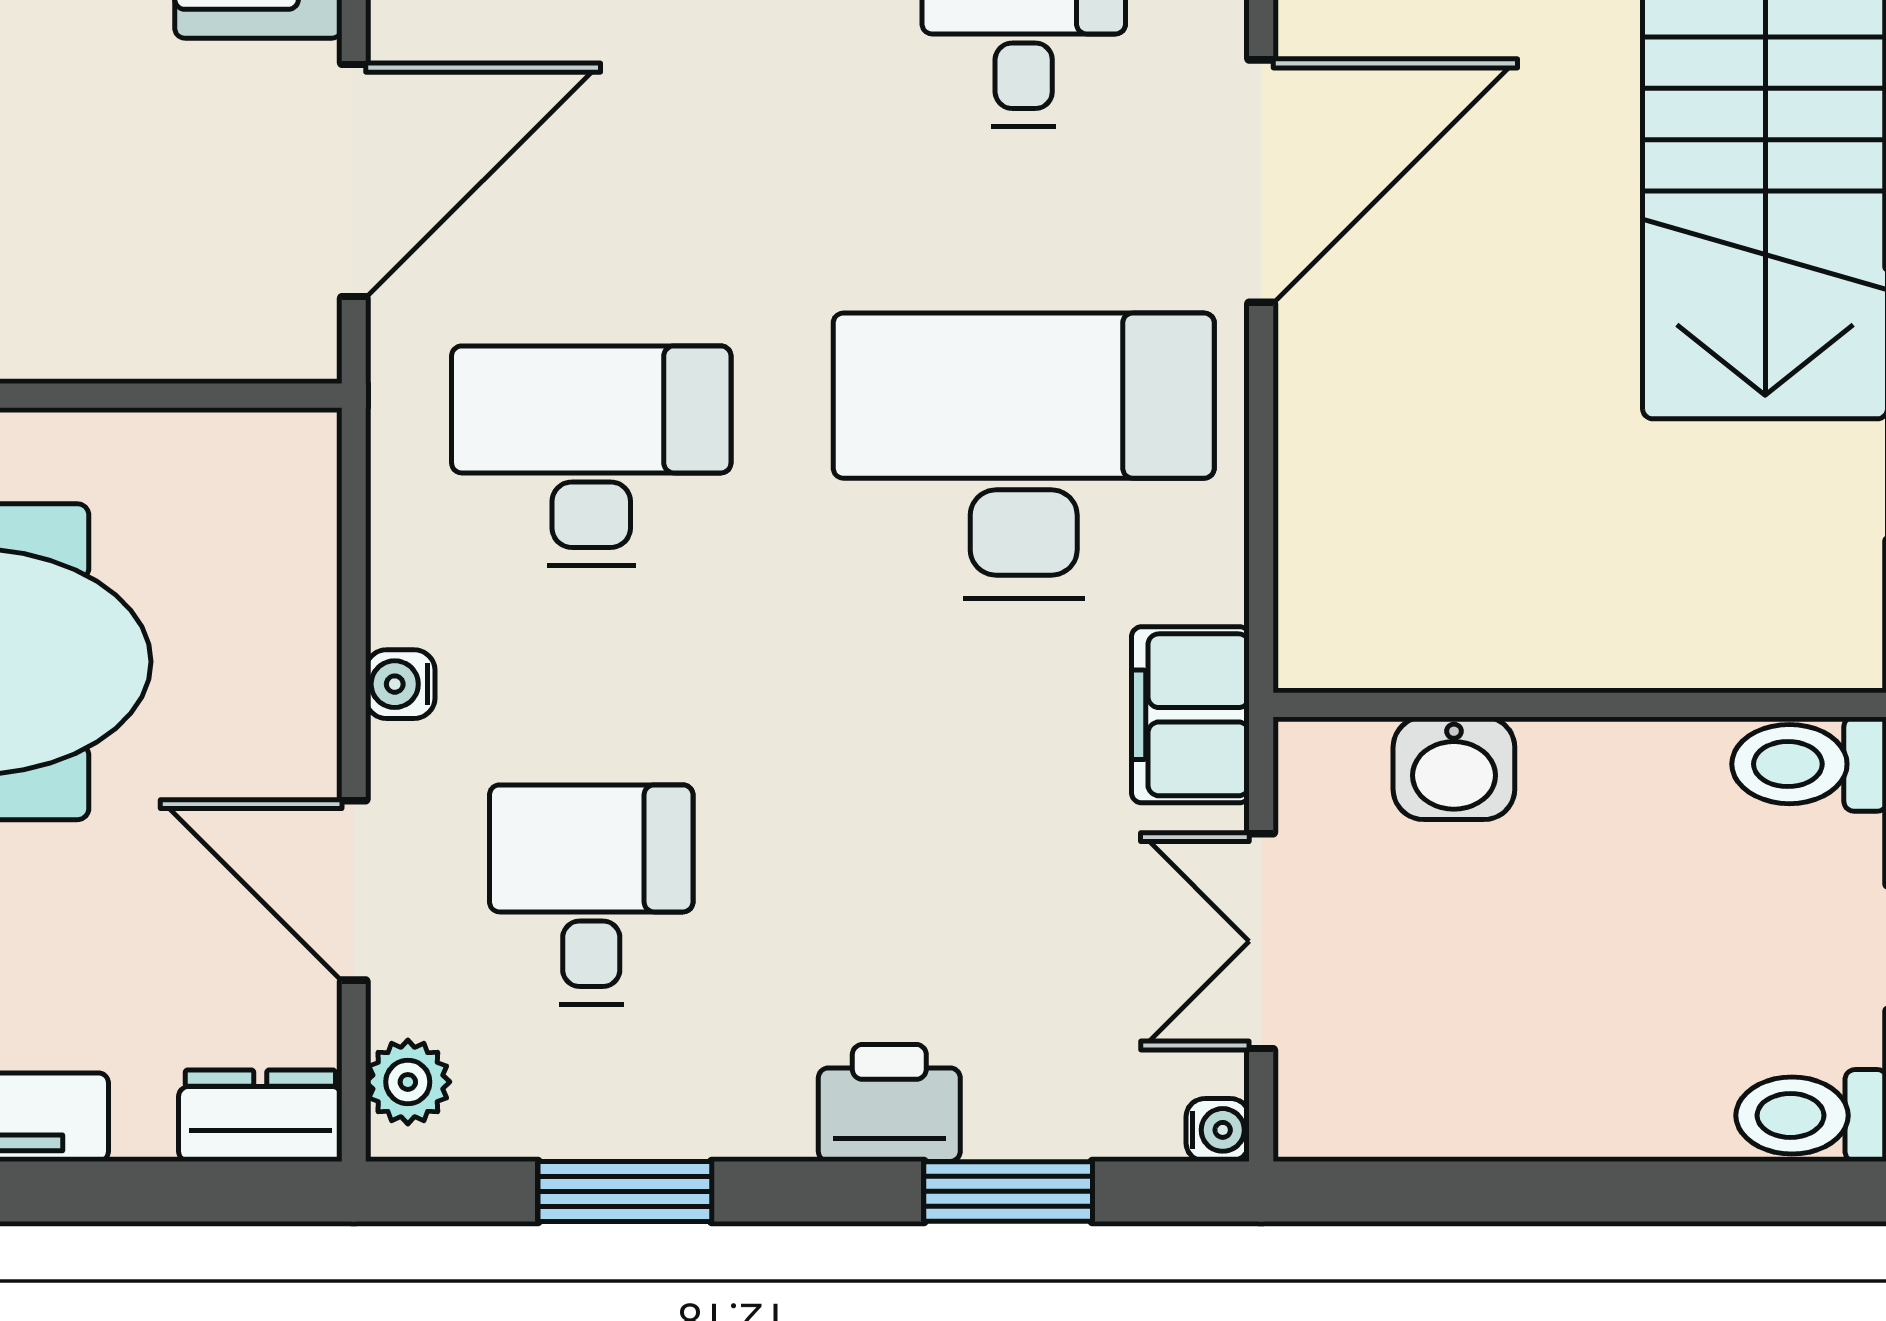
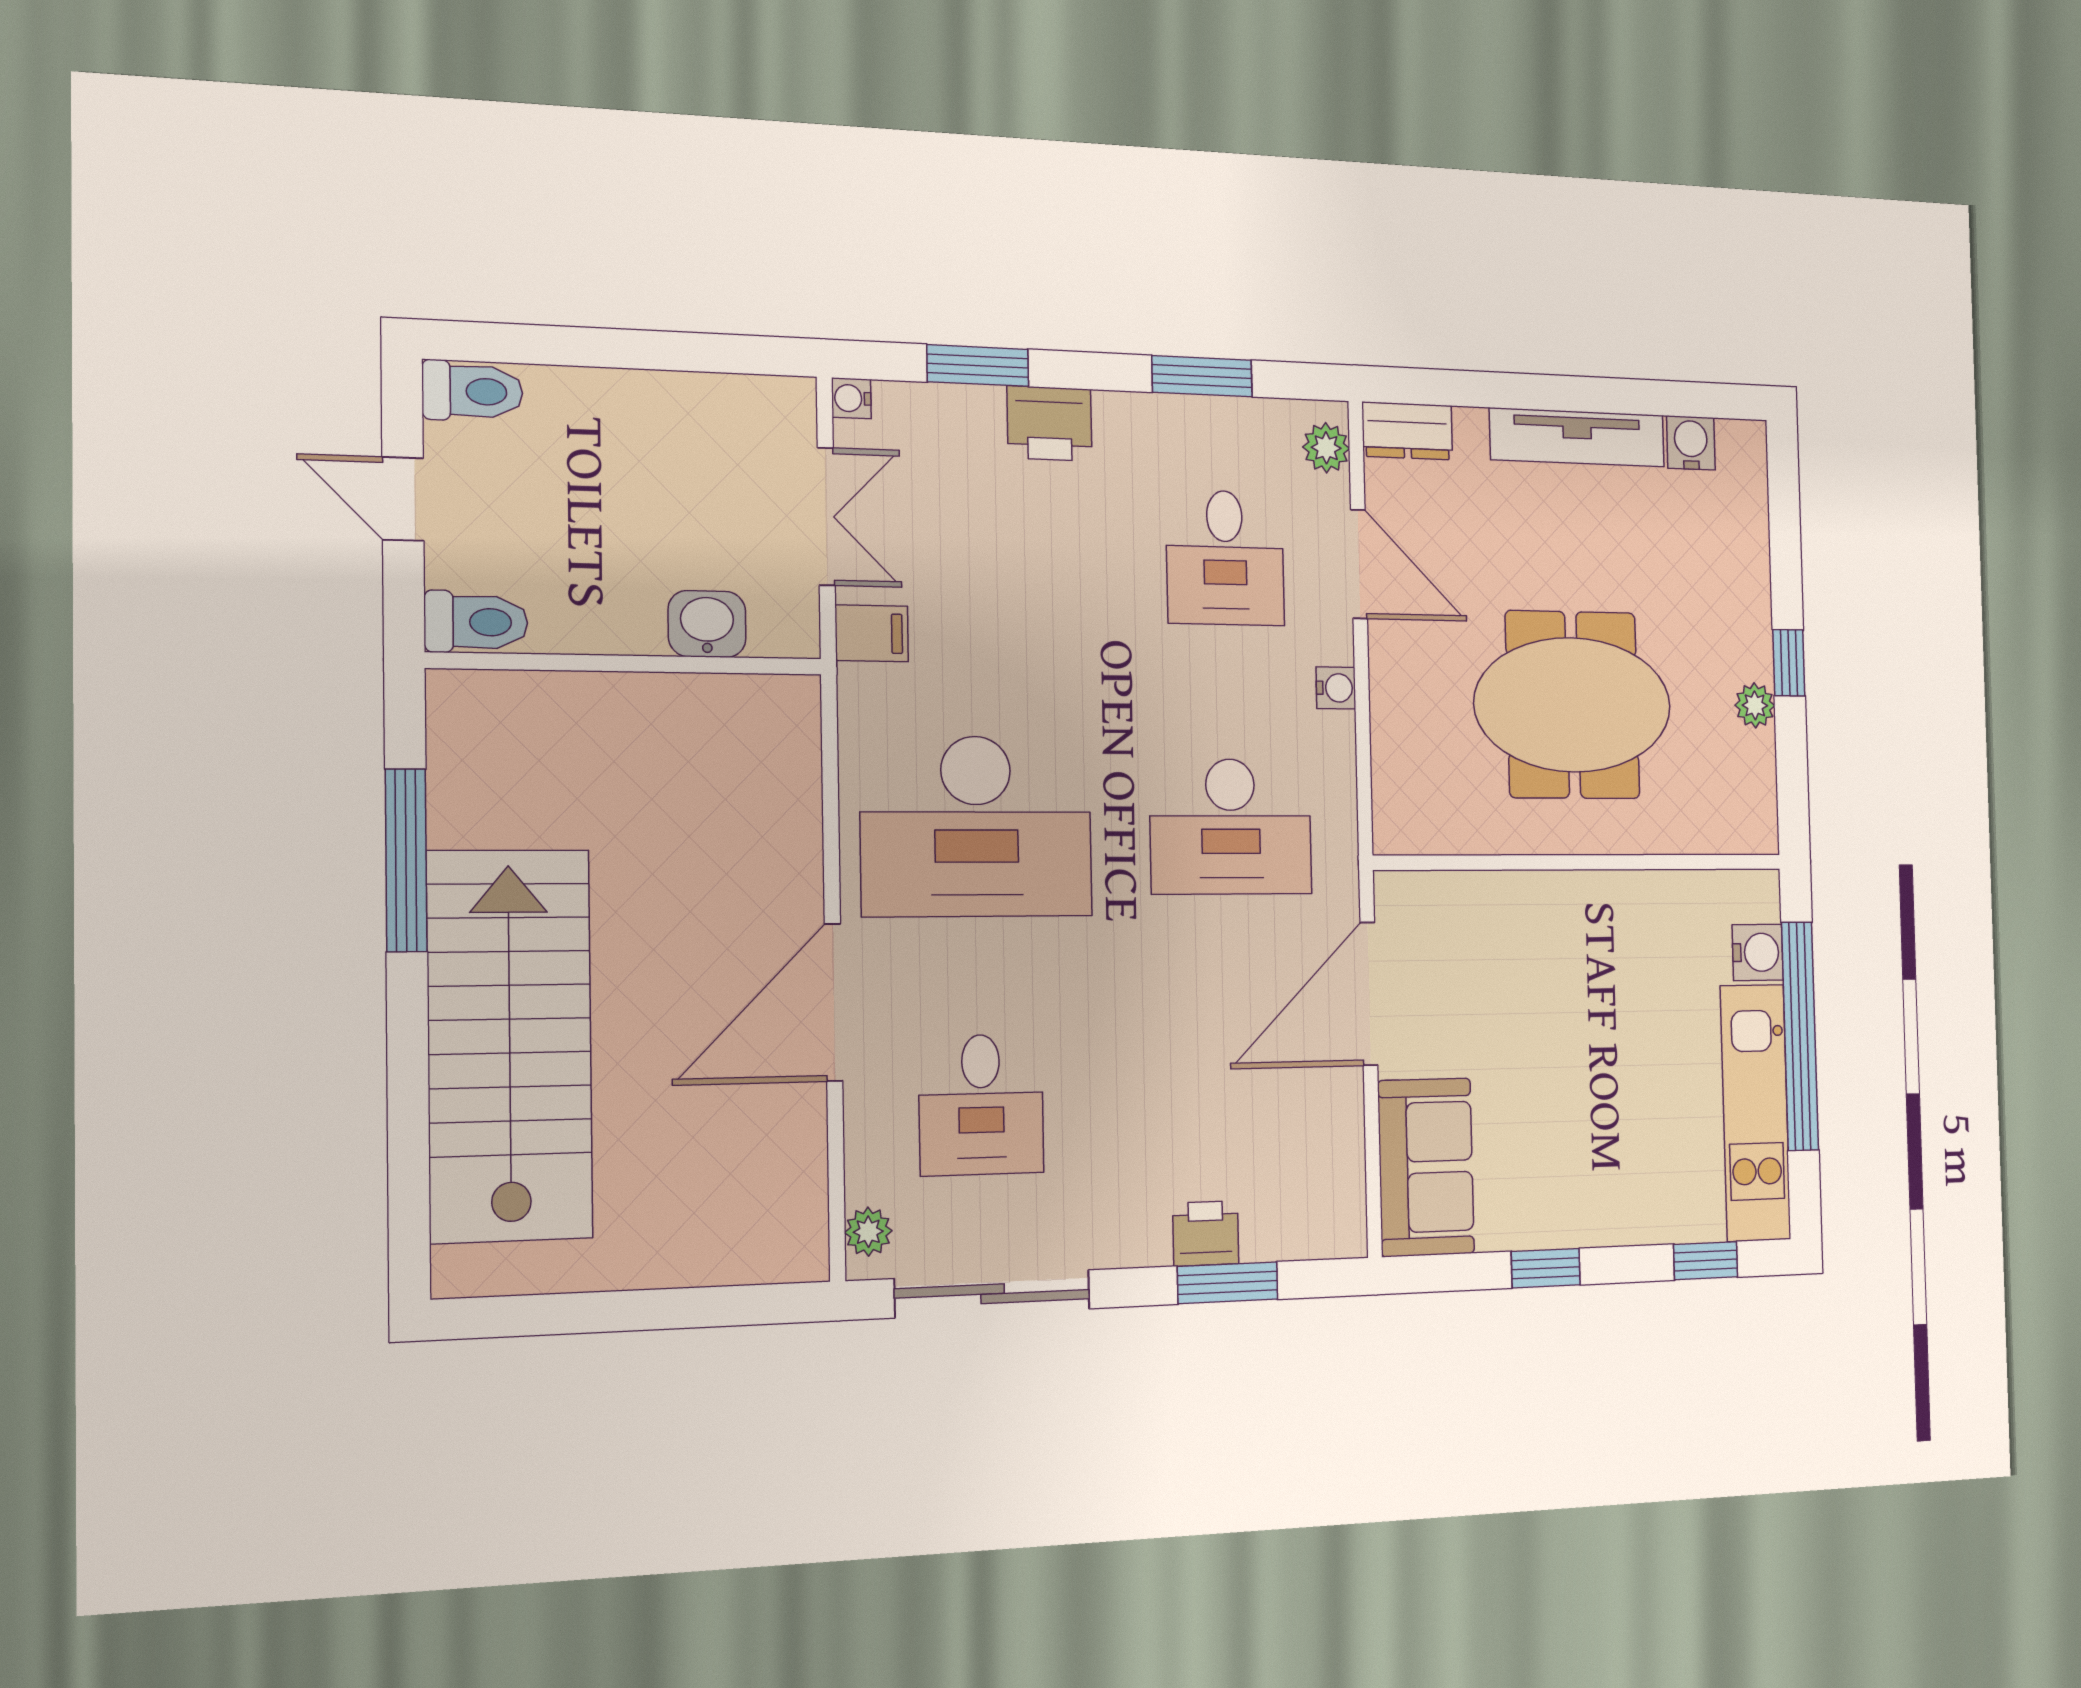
filing cabinet: (1190, 715) -> (872, 633), width x0.50

